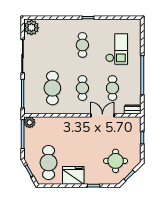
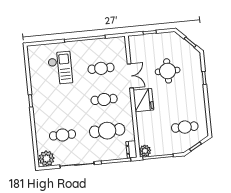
cafe table: (82, 45) -> (62, 135), moved
checkout: (117, 49) -> (60, 68), turned 90
dresser: (133, 109) -> (131, 149), moved
double door: (102, 115) -> (130, 76), swing flipped
round table: (116, 161) -> (168, 71), moved
cafe table: (49, 163) -> (185, 127), width x0.73, depth x0.74
fridge: (73, 175) -> (143, 100), moved, turned 180

